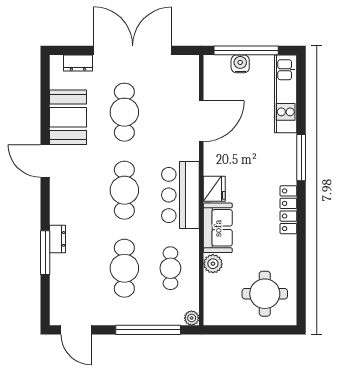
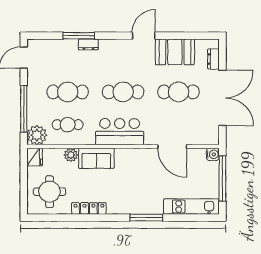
water cooler: (240, 64) -> (213, 154), moved
fridge: (214, 189) -> (35, 157), moved, turned -90
locker: (288, 210) -> (89, 208), moved
plant: (192, 318) -> (37, 135), width x1.88, depth x1.88

